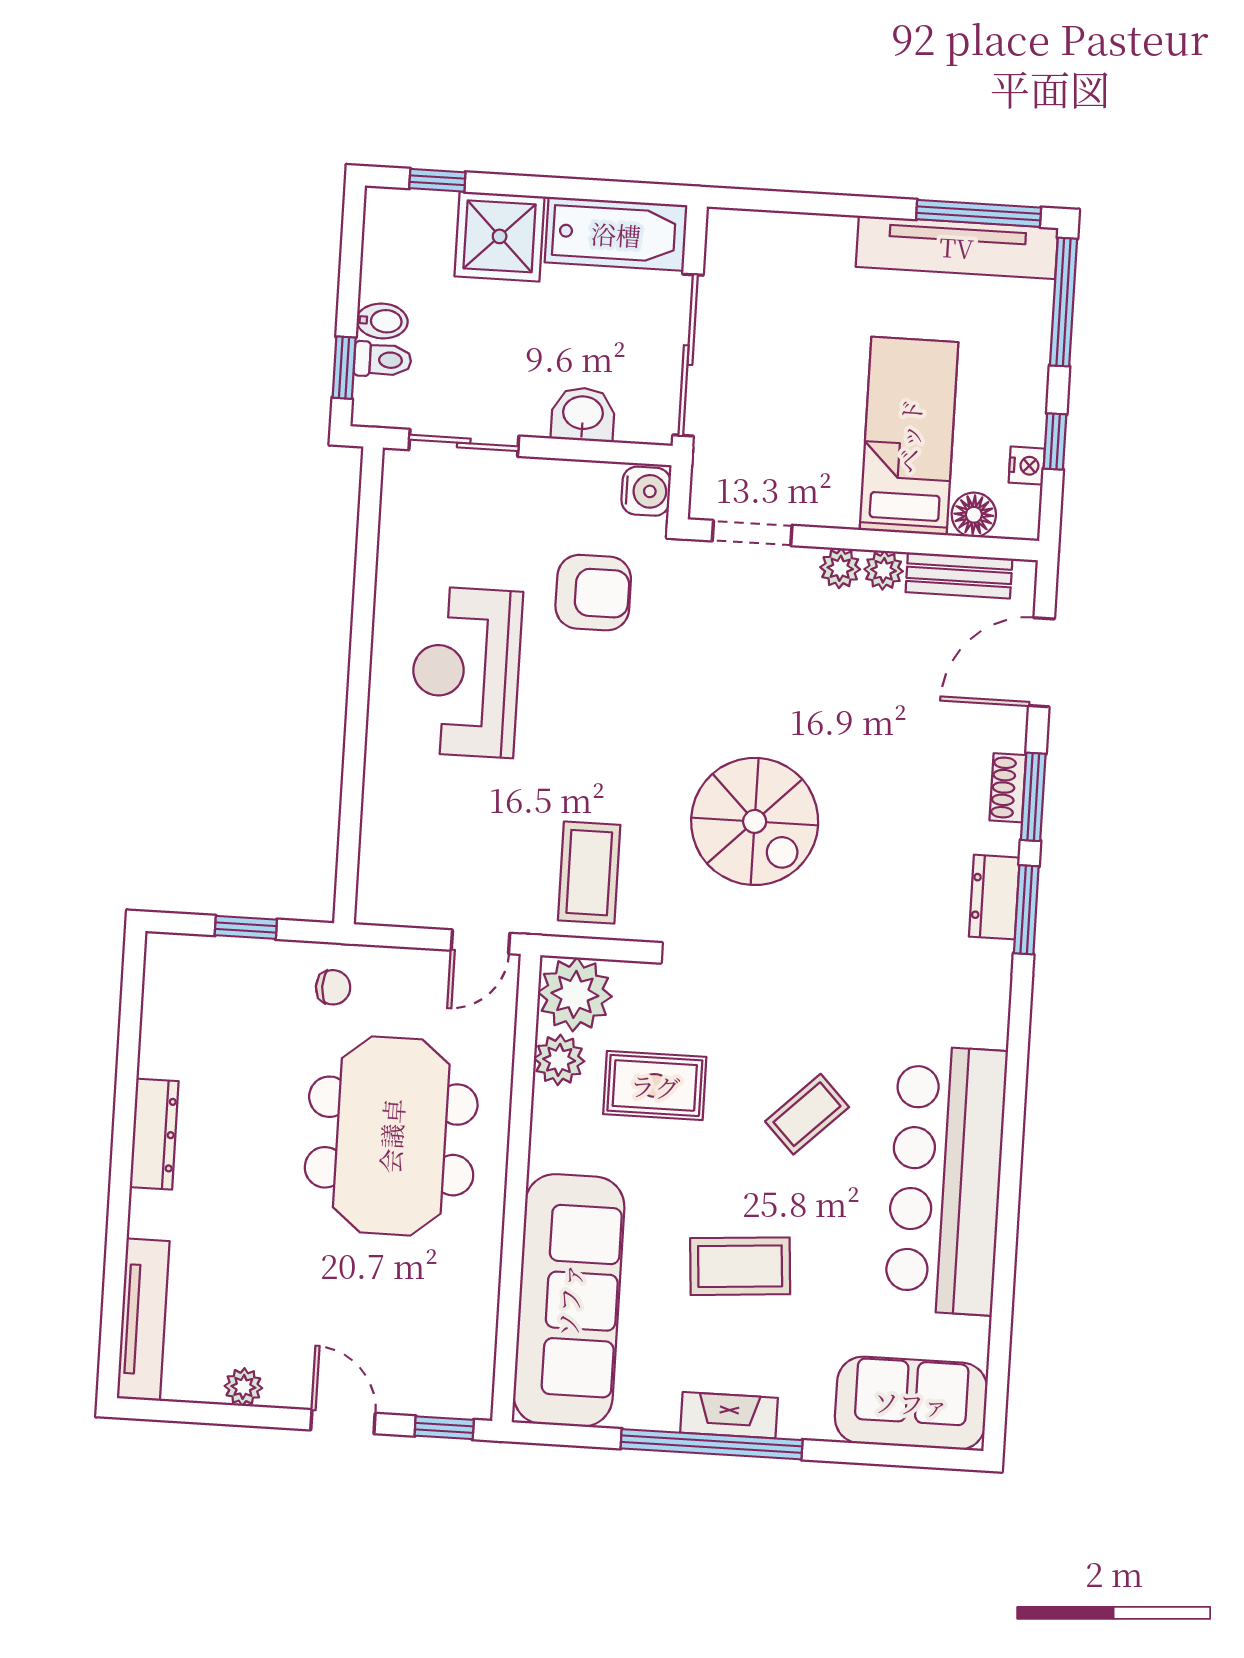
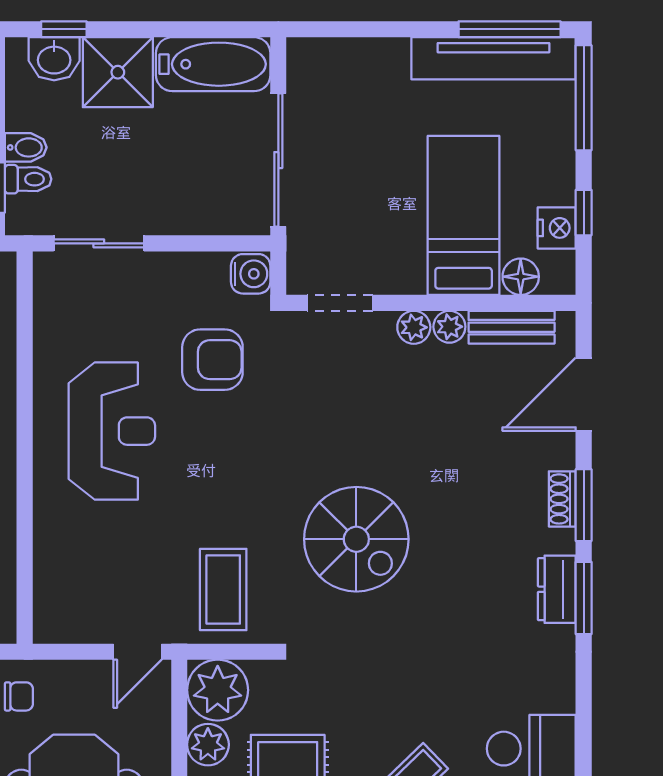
washbasin: (583, 414) -> (54, 59), moved, turned 180
nightstand: (1027, 466) -> (557, 228), width x1.39, depth x1.35
reception desk: (466, 672) -> (112, 431), turned 180

